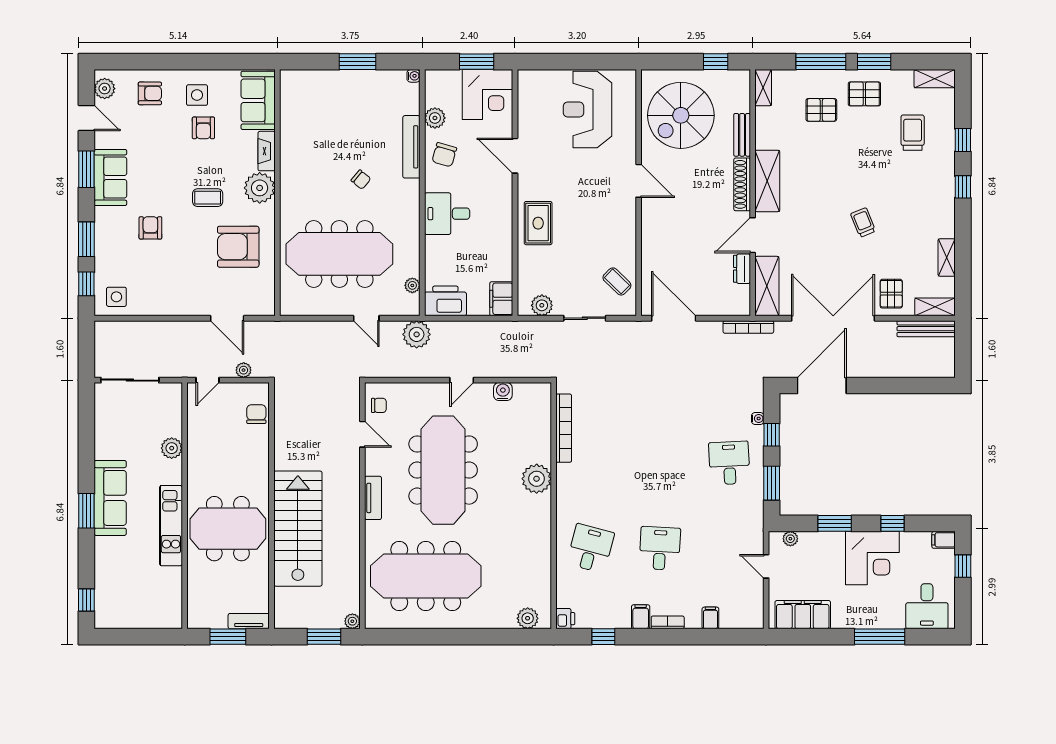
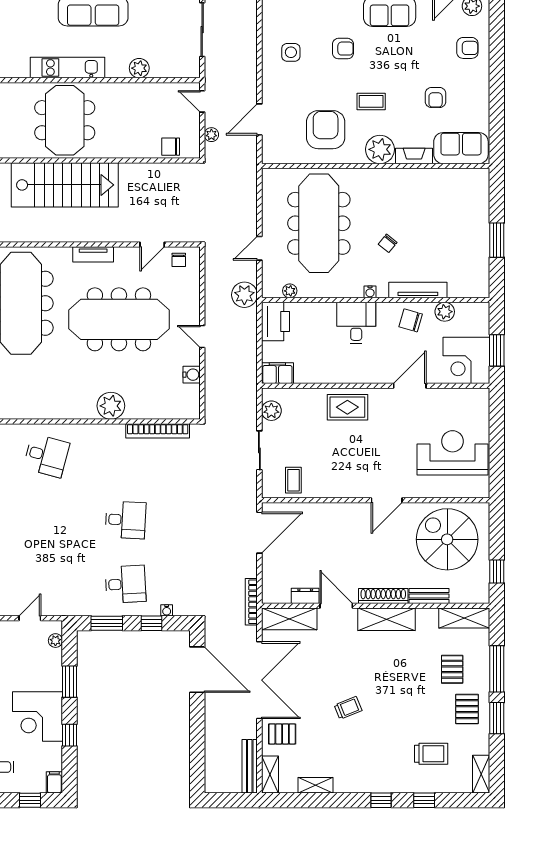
water cooler: (413, 76) -> (370, 292), moved
shelving: (763, 88) -> (464, 618), width x1.50, depth x1.33
armchair: (150, 93) -> (467, 48), turned -90
side table: (197, 95) -> (466, 92), removed
armchair: (203, 128) -> (436, 98), turned -90
coffee table: (208, 198) -> (371, 101), turned 90
coffee table: (617, 281) -> (293, 480), turned -44
side table: (116, 297) -> (291, 52), moved
chair: (256, 414) -> (171, 147), turned 180
desk: (660, 548) -> (126, 520), moved

